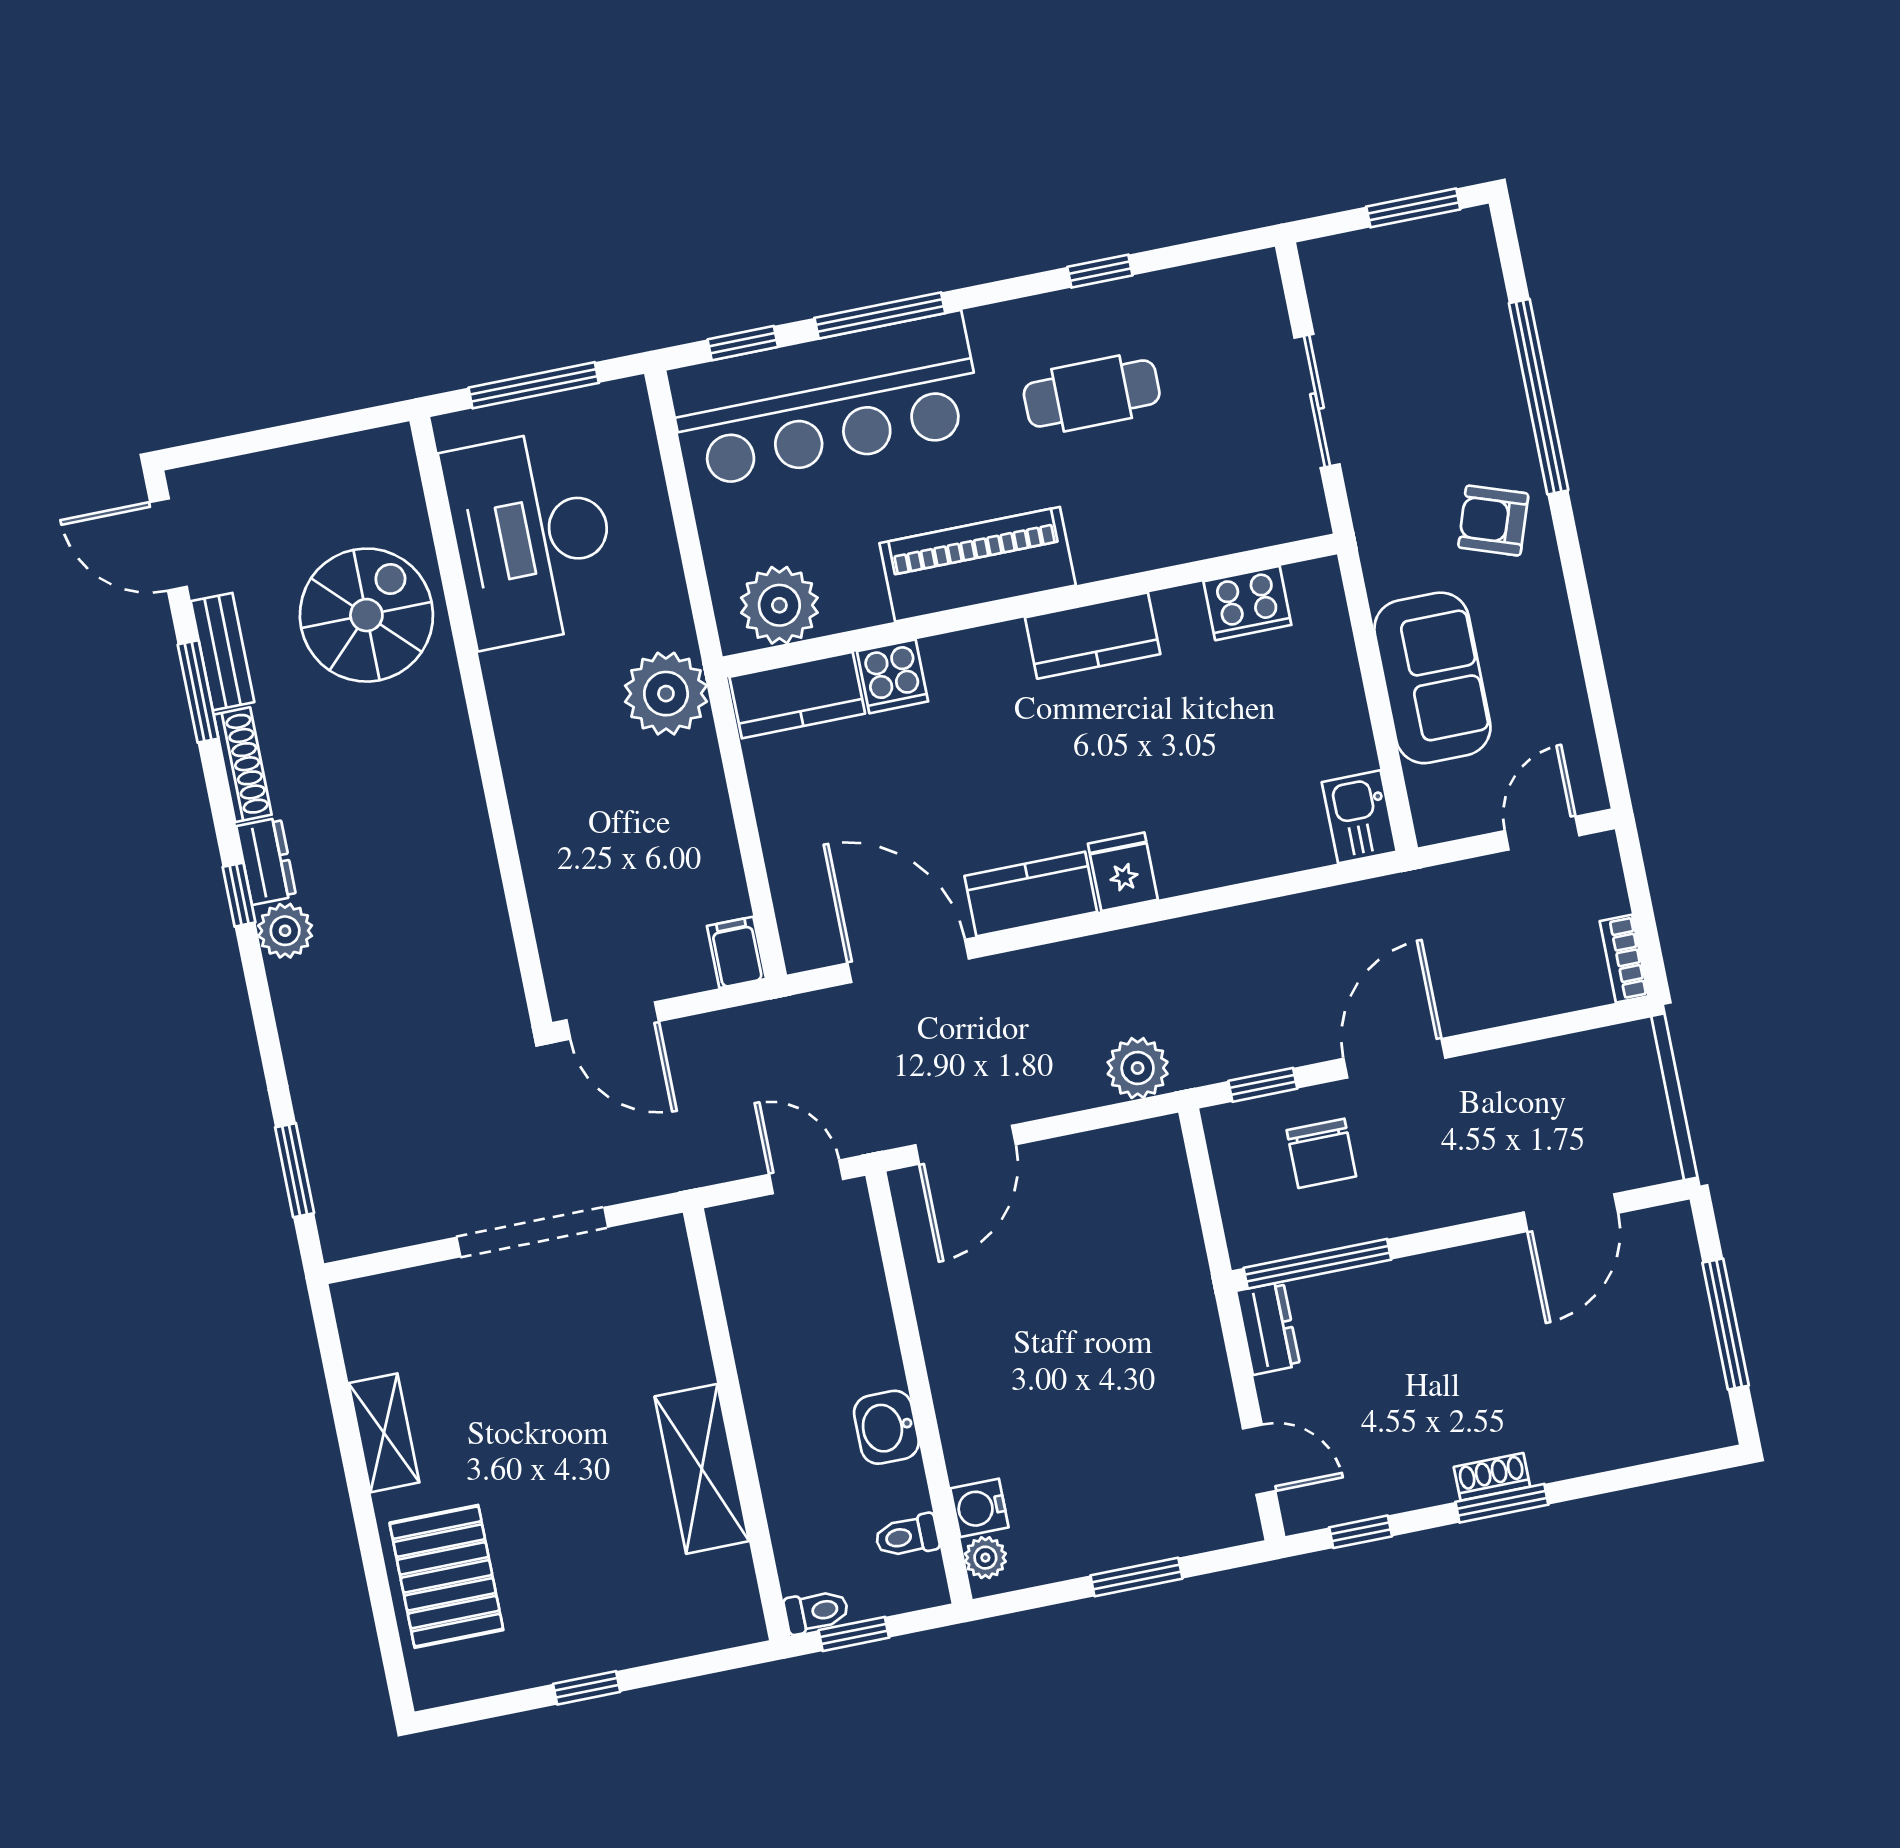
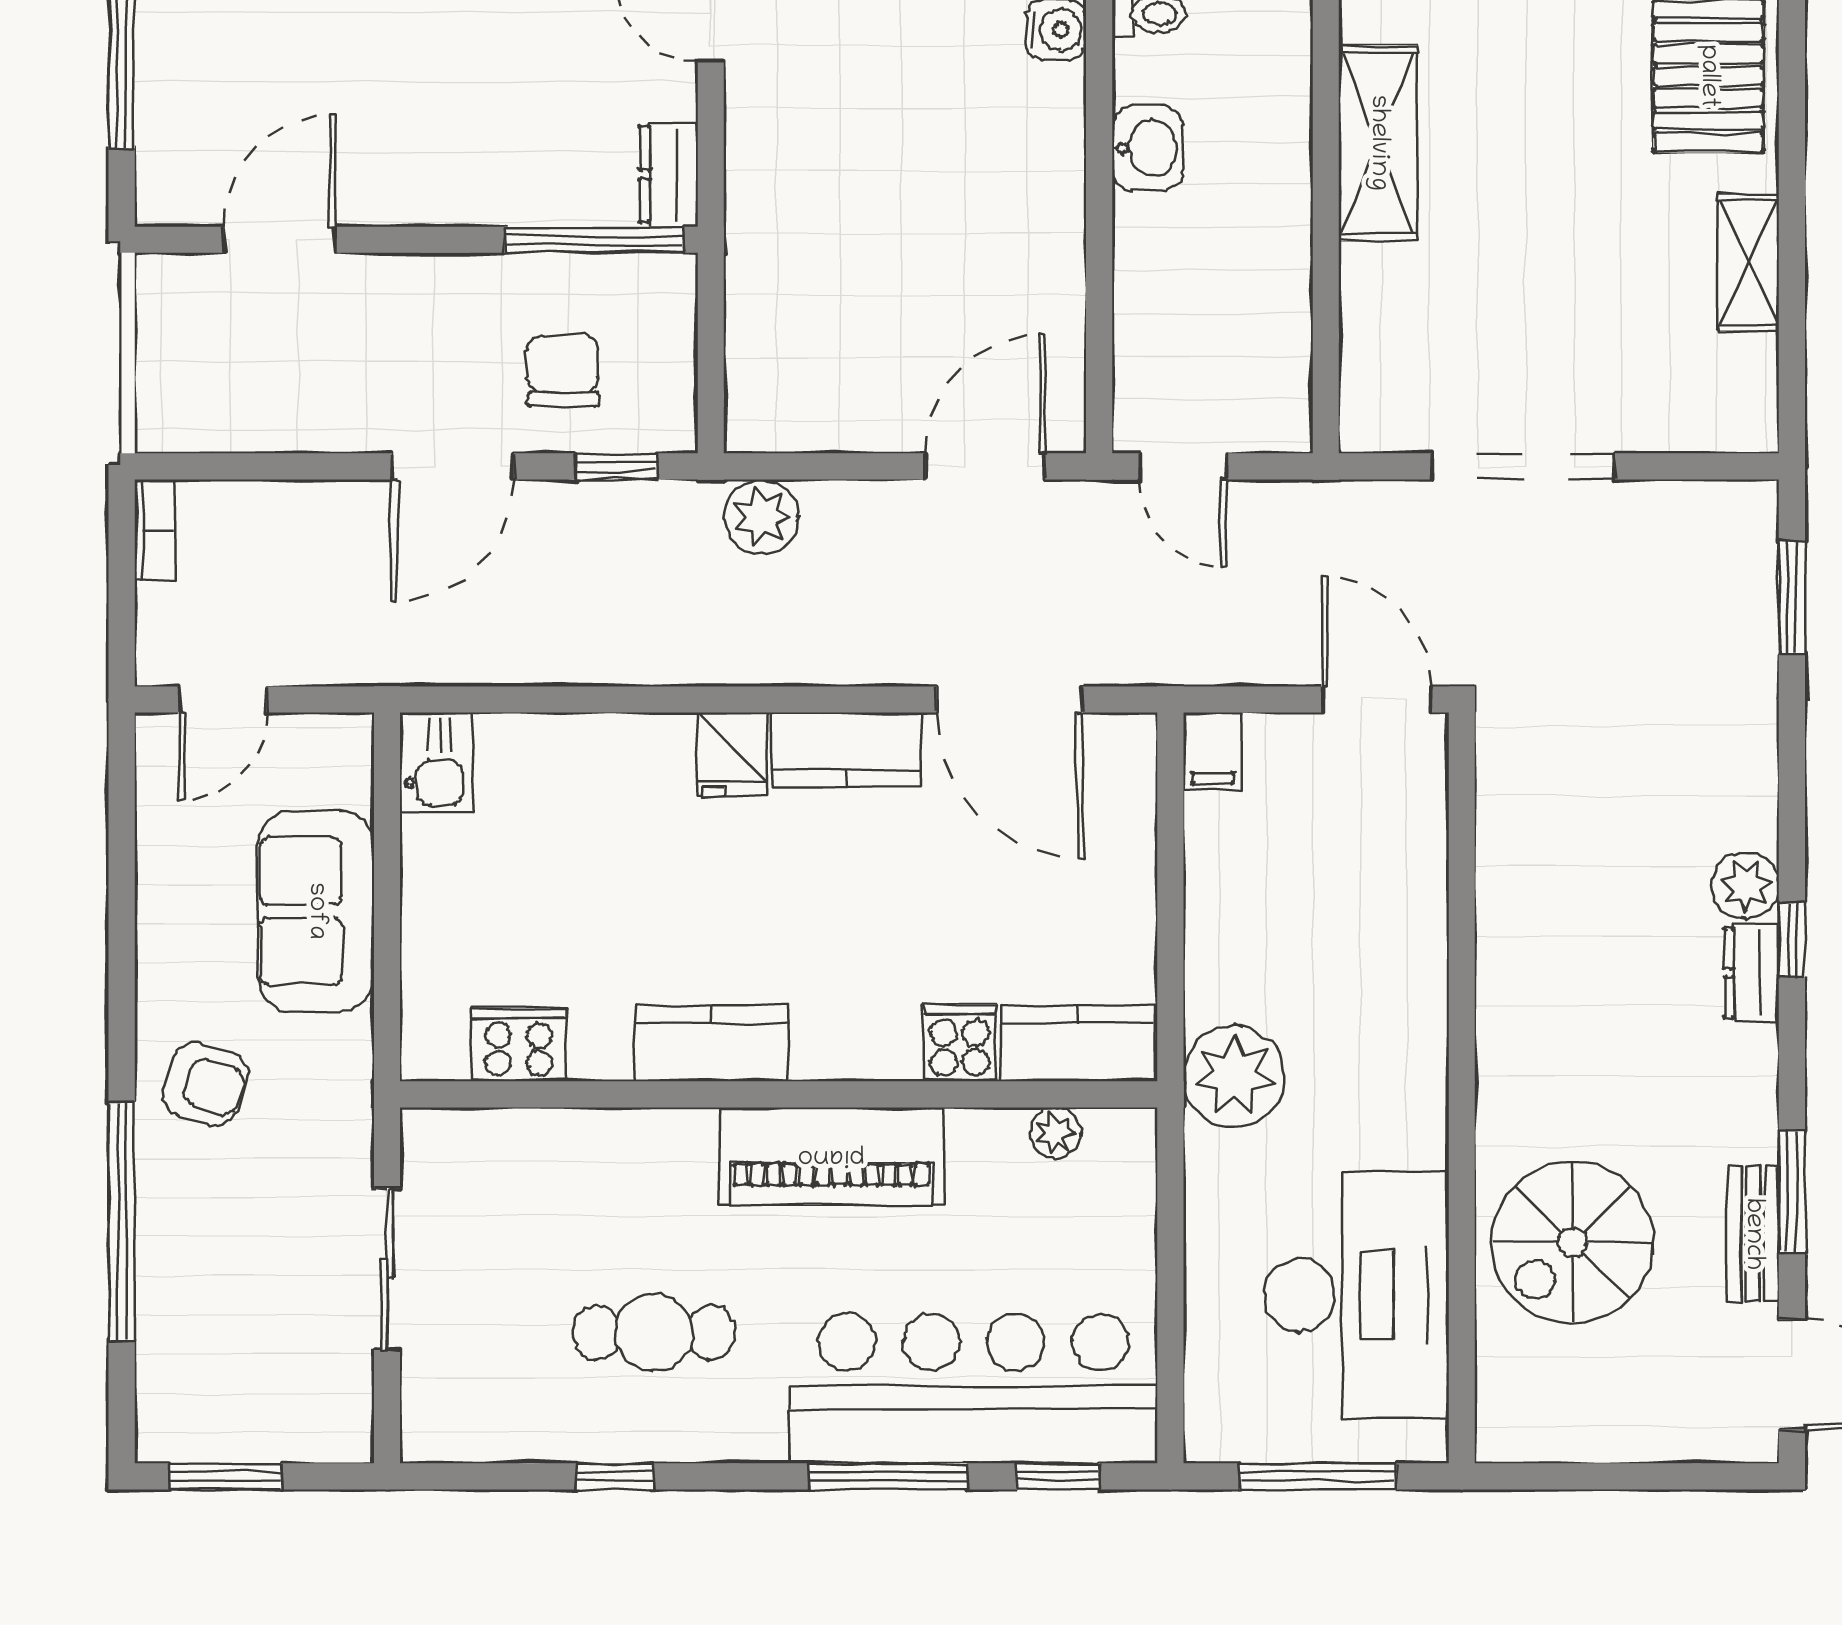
plant: (779, 605) -> (1055, 1133), width x0.53, depth x0.53
shoe rack: (243, 765) -> (1756, 1094), removed

